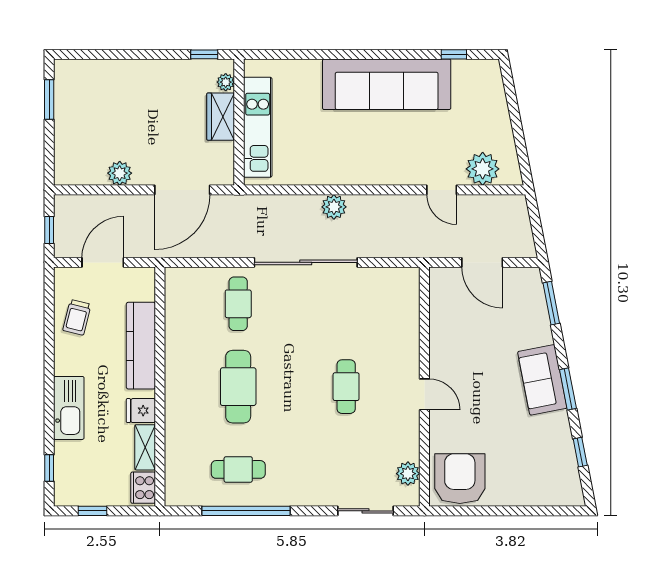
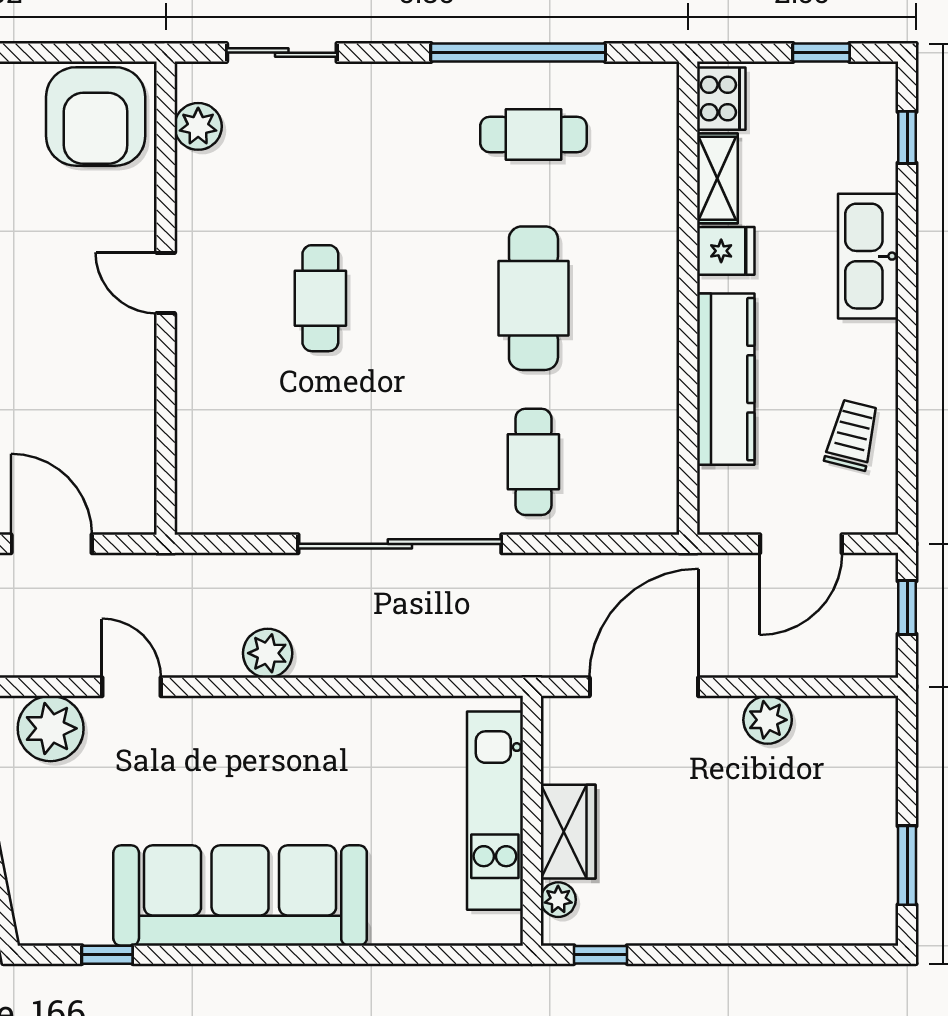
plant: (334, 207) -> (268, 653), moved

